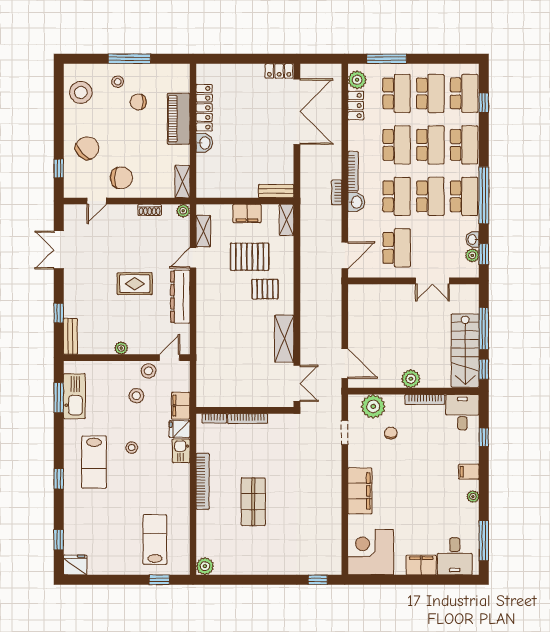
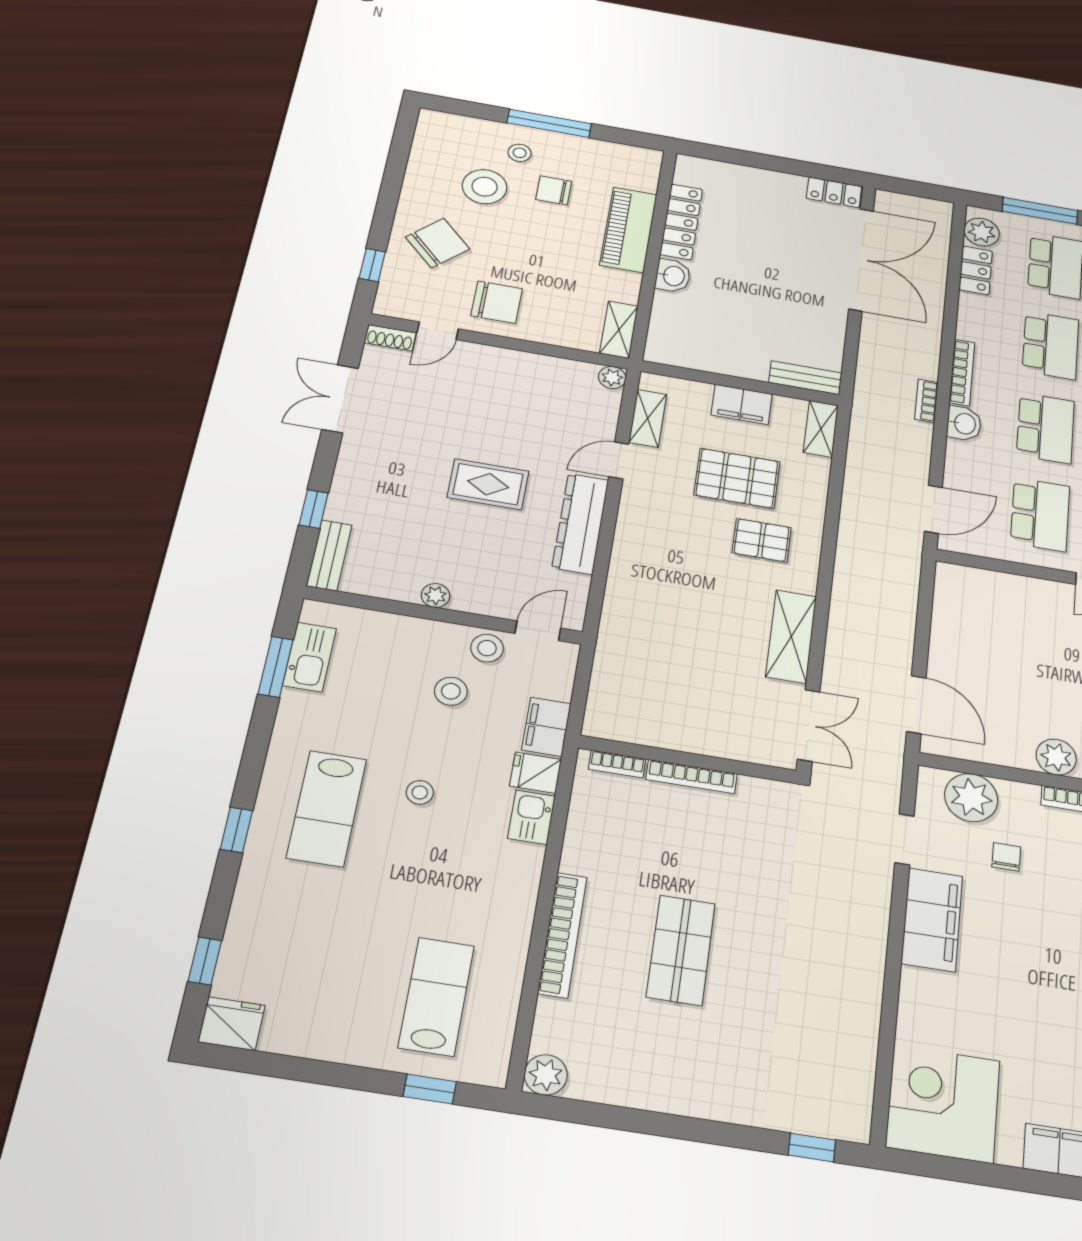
stool: (81, 92) -> (485, 187), moved
shoe rack: (150, 210) -> (390, 338), moved
kitchen sink: (74, 396) -> (310, 657), width x0.73, depth x0.81
bookcase: (203, 481) -> (563, 935), moved
filing cabinet: (360, 491) -> (932, 920), moved

